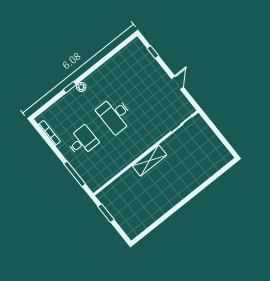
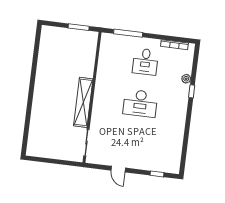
plant: (81, 87) -> (186, 79), moved
desk: (115, 115) -> (140, 103), turned 180
shelving: (150, 160) -> (83, 102), width x1.47

